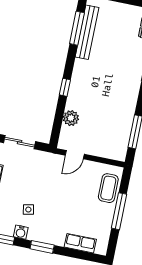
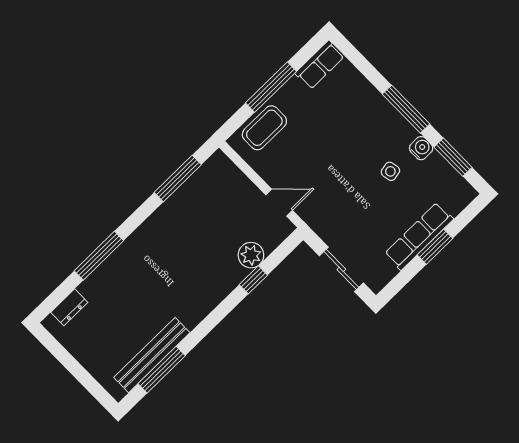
window: (65, 87) -> (253, 280), moved
row of seats: (80, 243) -> (320, 65), moved, turned -90
window: (42, 247) -> (406, 109), width x1.44

